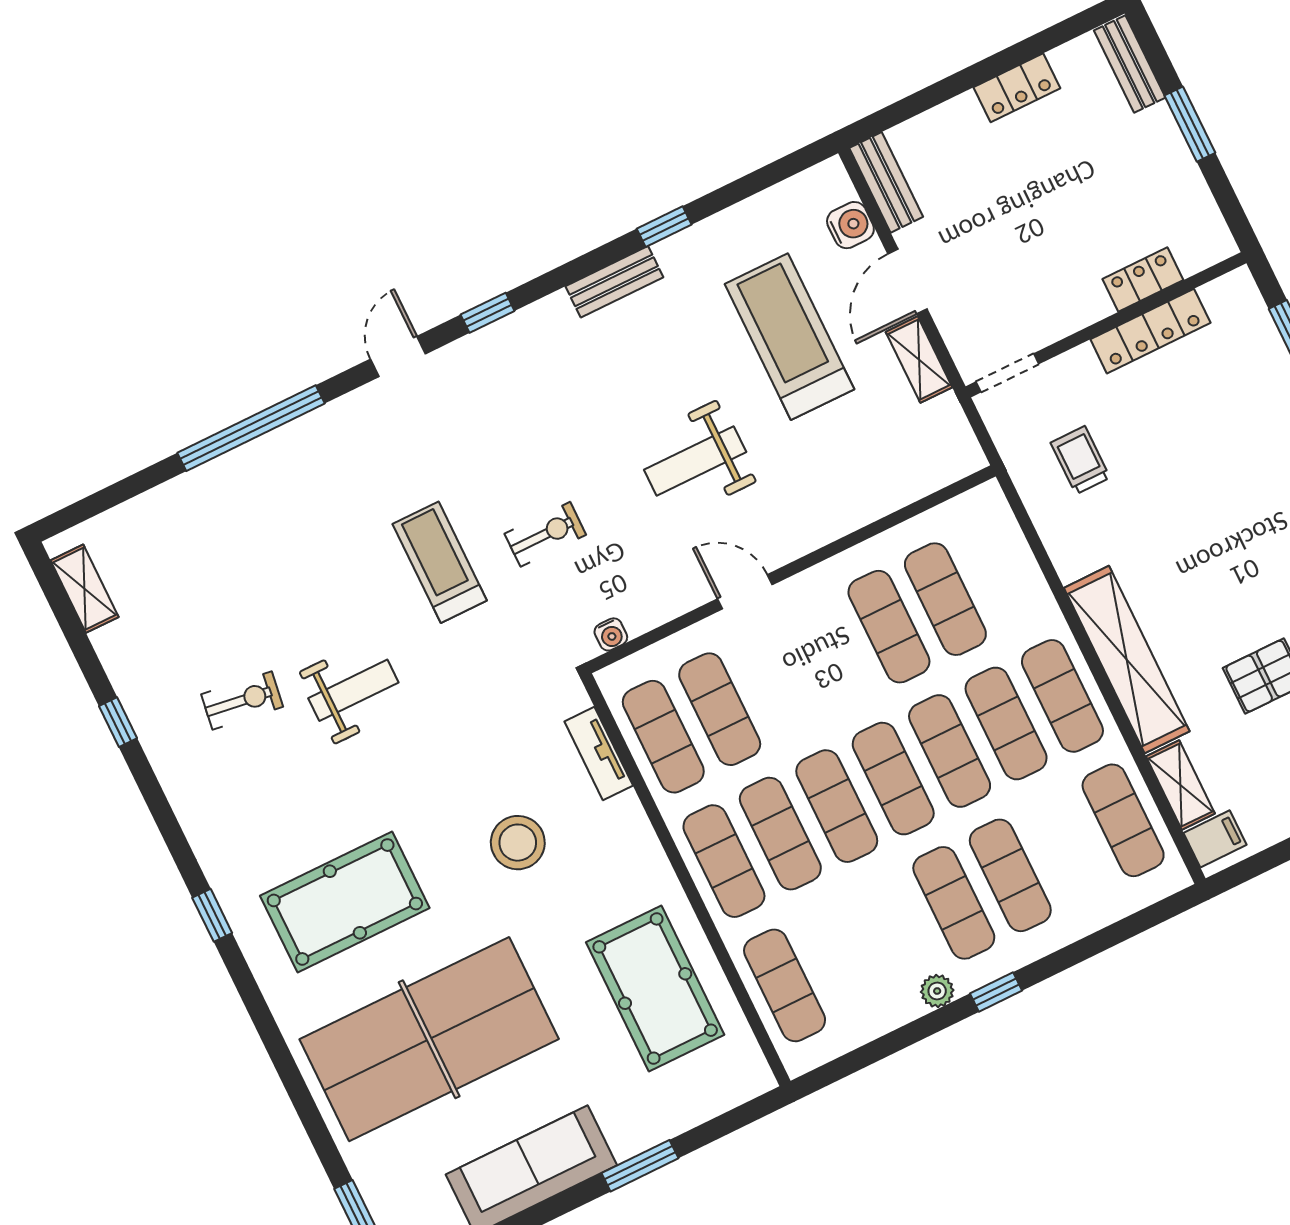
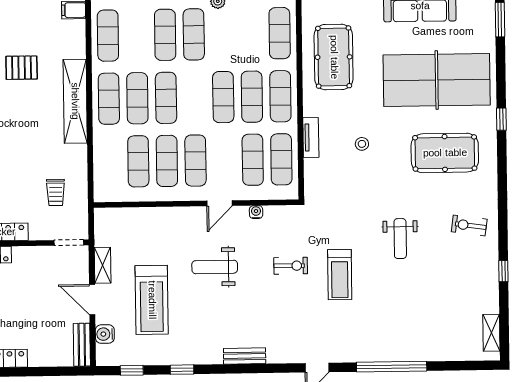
door: (908, 281) -> (92, 300), swing flipped
bench: (614, 282) -> (245, 356), moved
window: (488, 313) -> (132, 370), moved
weight bench: (695, 461) -> (215, 267), turned 180
exercise bike: (545, 534) -> (291, 266), turned 180
door: (745, 592) -> (220, 203), hinge flipped
water cooler: (611, 634) -> (256, 212), moved
weight bench: (353, 690) -> (400, 239), turned -90
exercise bike: (242, 700) -> (469, 225), moved
tv unit: (599, 753) -> (311, 137), moved
exercise mat: (893, 779) -> (196, 161), moved
shelving: (1180, 785) -> (77, 39), removed
stool: (518, 843) -> (362, 144), width x0.53, depth x0.53
window: (212, 915) -> (501, 119), moved

